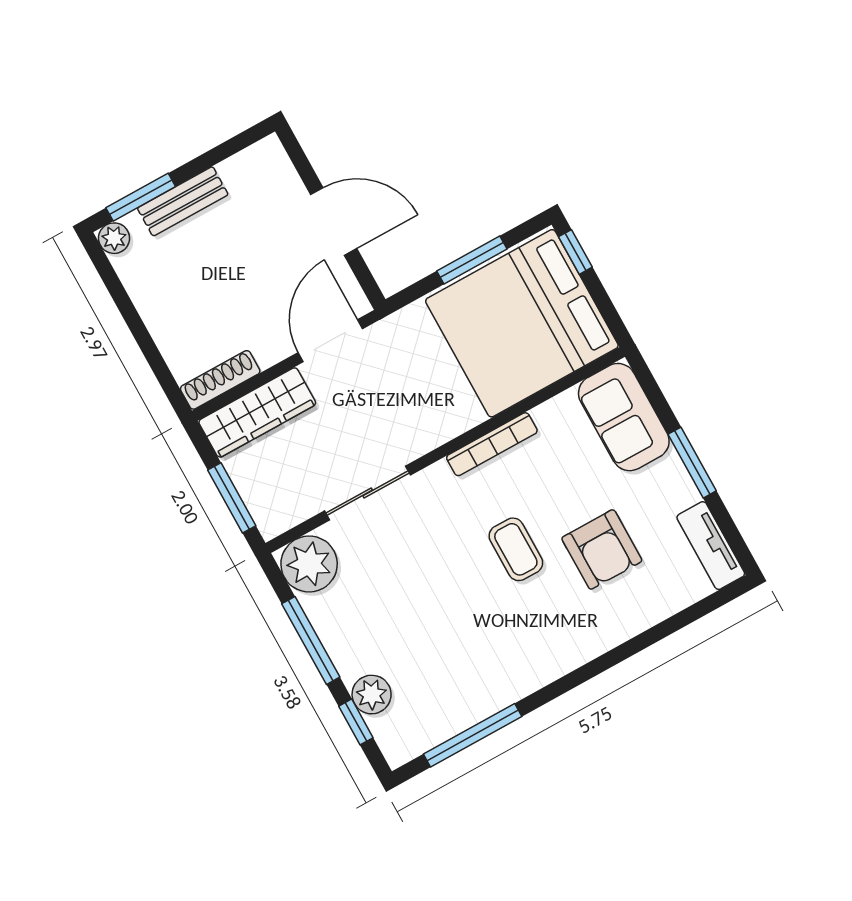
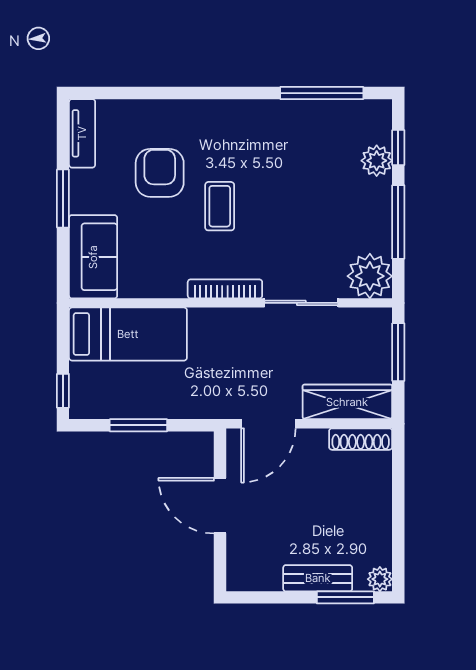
bed: (522, 323) -> (128, 334), width x0.49
bookcase: (492, 444) -> (225, 289), moved

